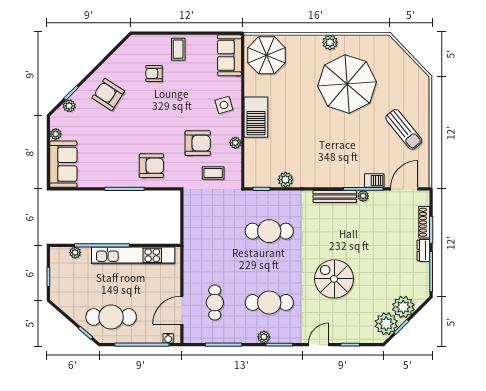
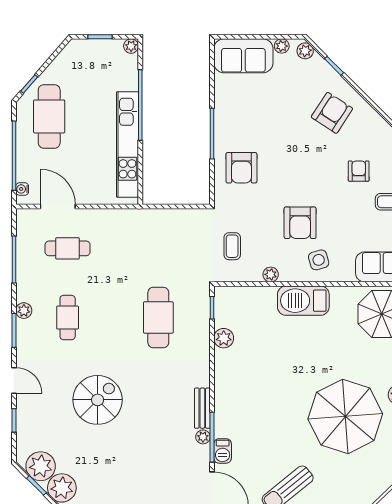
plant: (69, 106) -> (305, 51), moved
armchair: (198, 143) -> (300, 223), moved
bench: (335, 196) -> (202, 408), width x0.73
plant: (75, 253) -> (131, 46), moved
cafe table: (269, 302) -> (68, 318), width x0.73, depth x0.74

